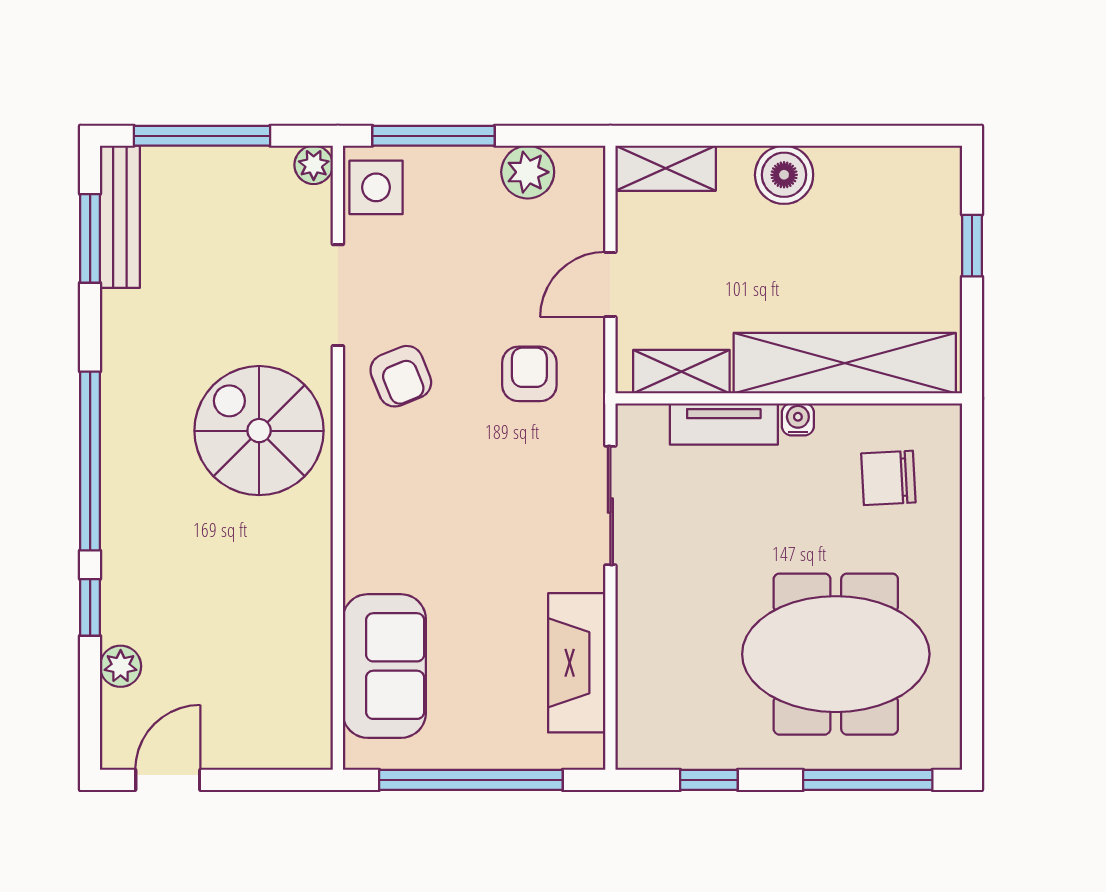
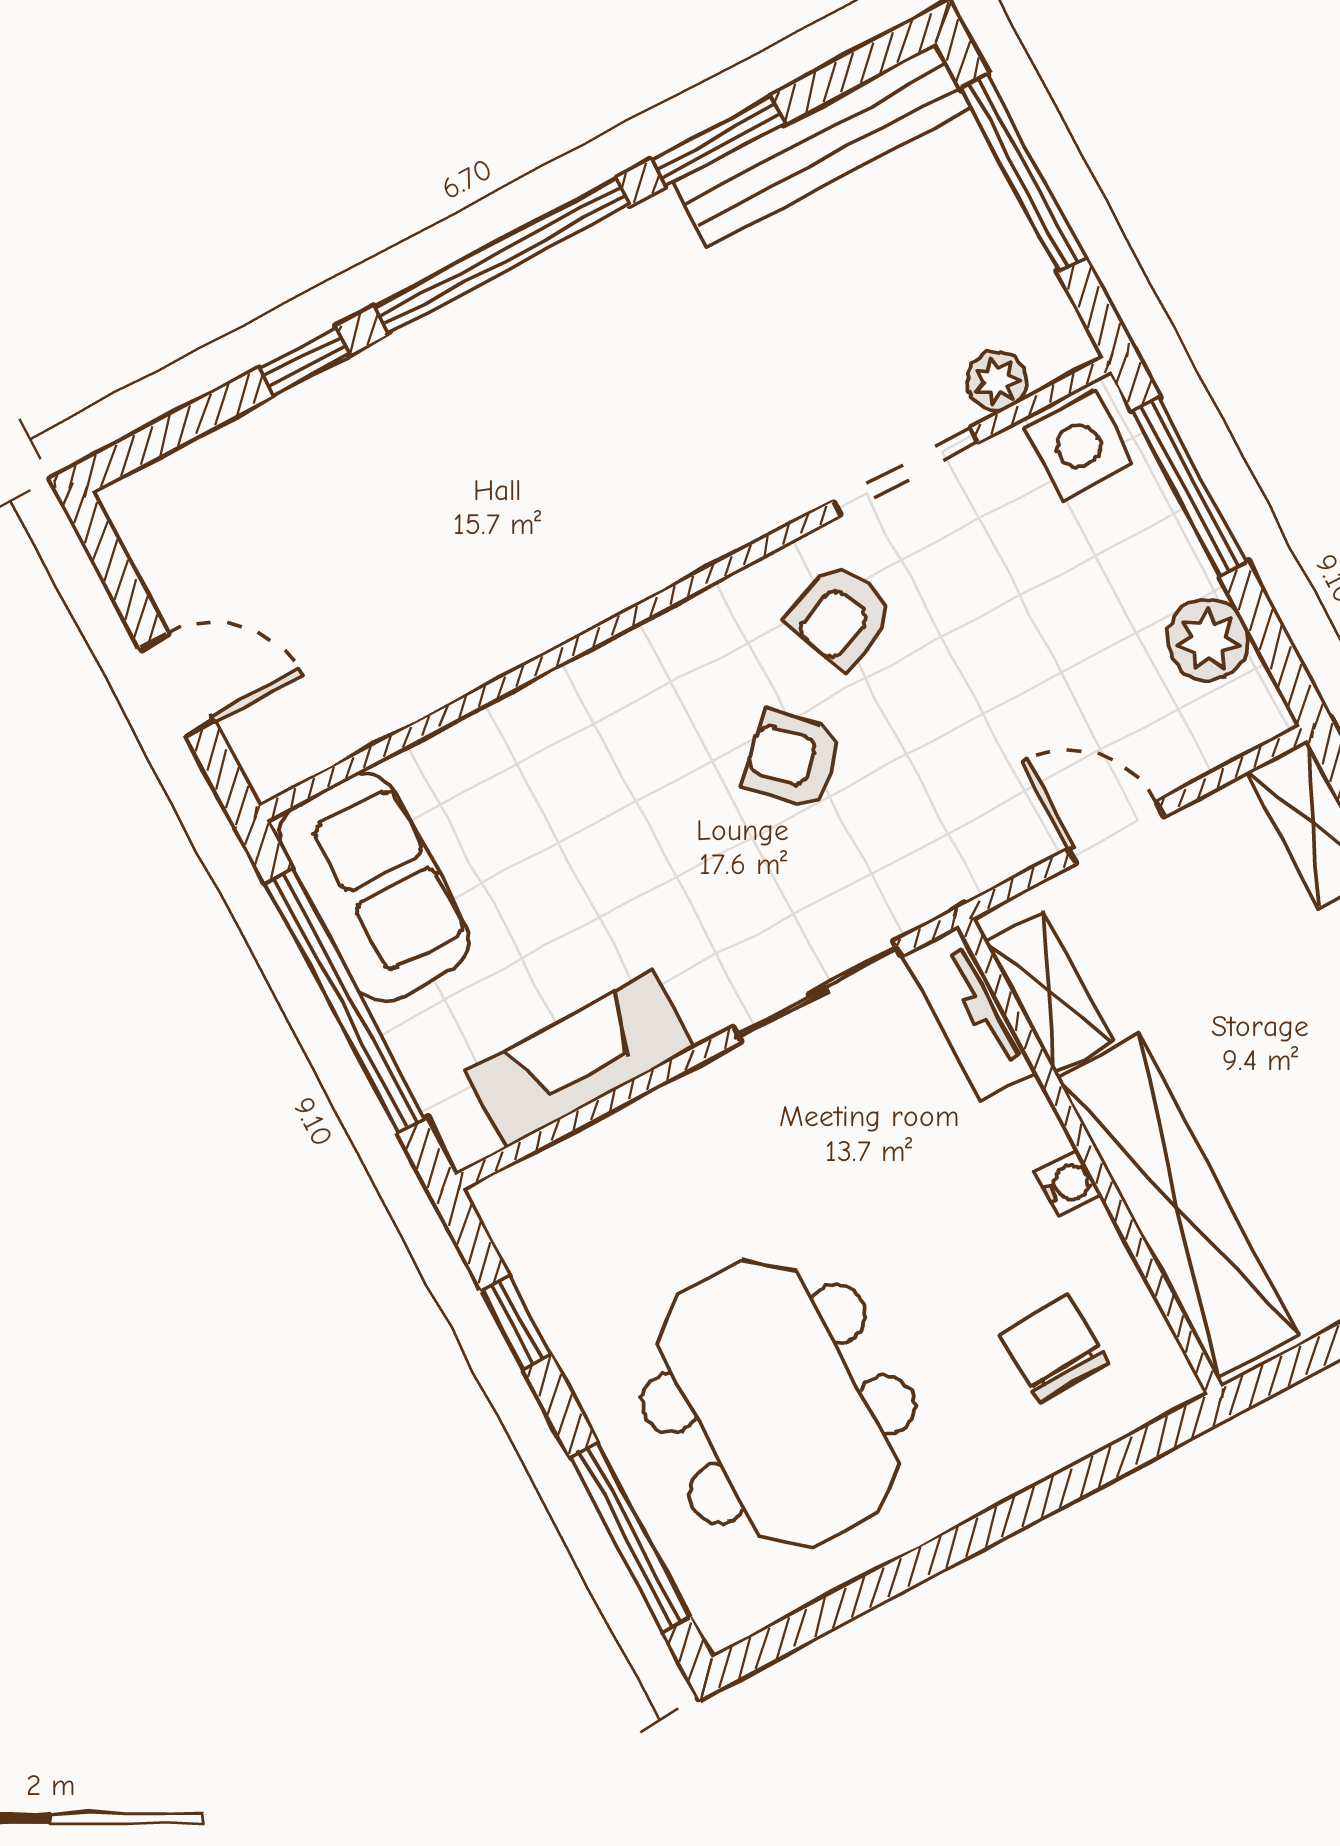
plant: (314, 165) -> (997, 381), moved
bench: (120, 217) -> (822, 145), width x1.37, depth x1.21
window: (90, 238) -> (718, 141), moved
armchair: (529, 374) -> (793, 759), moved, turned -135
tv unit: (724, 424) -> (969, 1013), moved
spiral stairs: (259, 431) -> (665, 463), removed
plant: (121, 666) -> (247, 445), removed
sofa: (384, 666) -> (374, 887), moved, turned -90
door: (168, 780) -> (177, 685), moved

